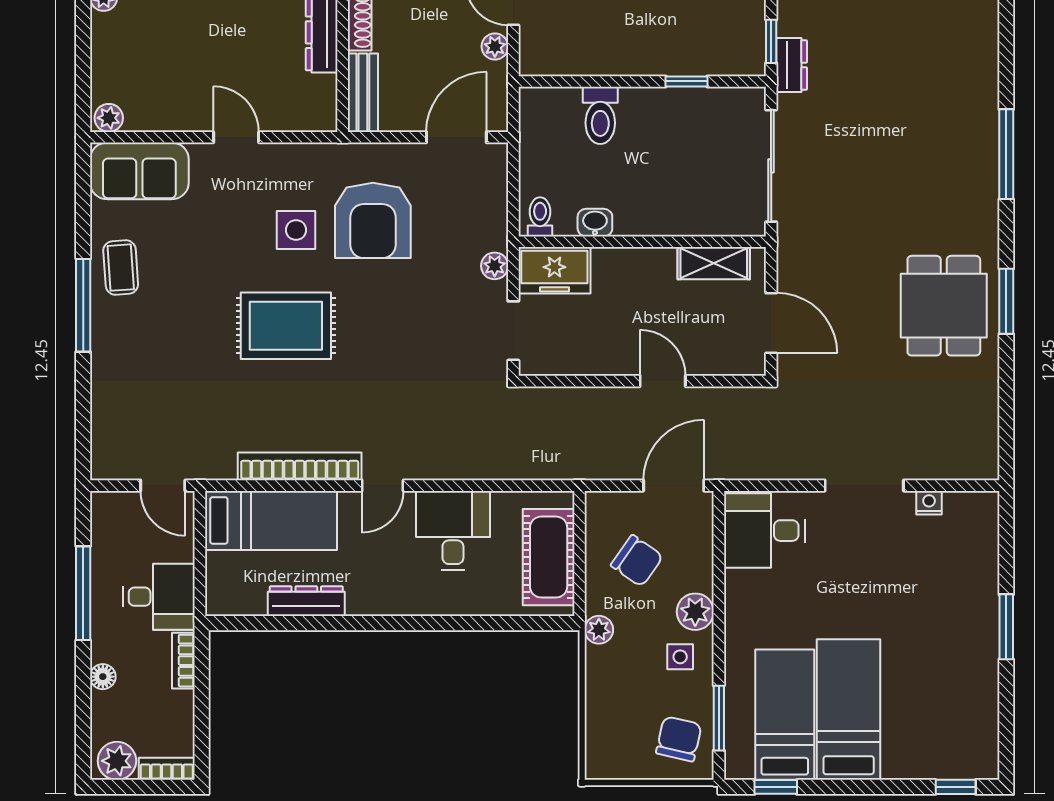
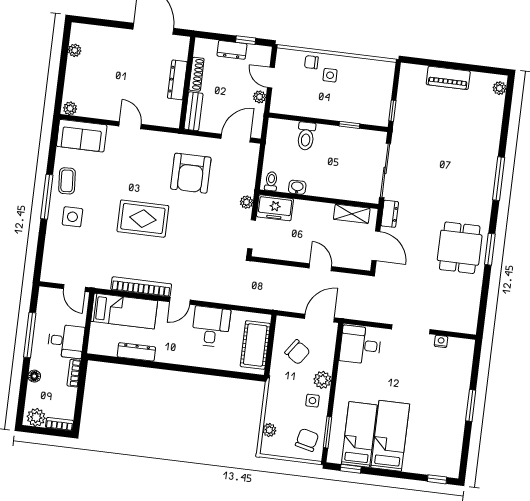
dresser: (792, 65) -> (390, 214), moved
side table: (296, 230) -> (72, 217), moved
plant: (599, 630) -> (269, 430), moved

